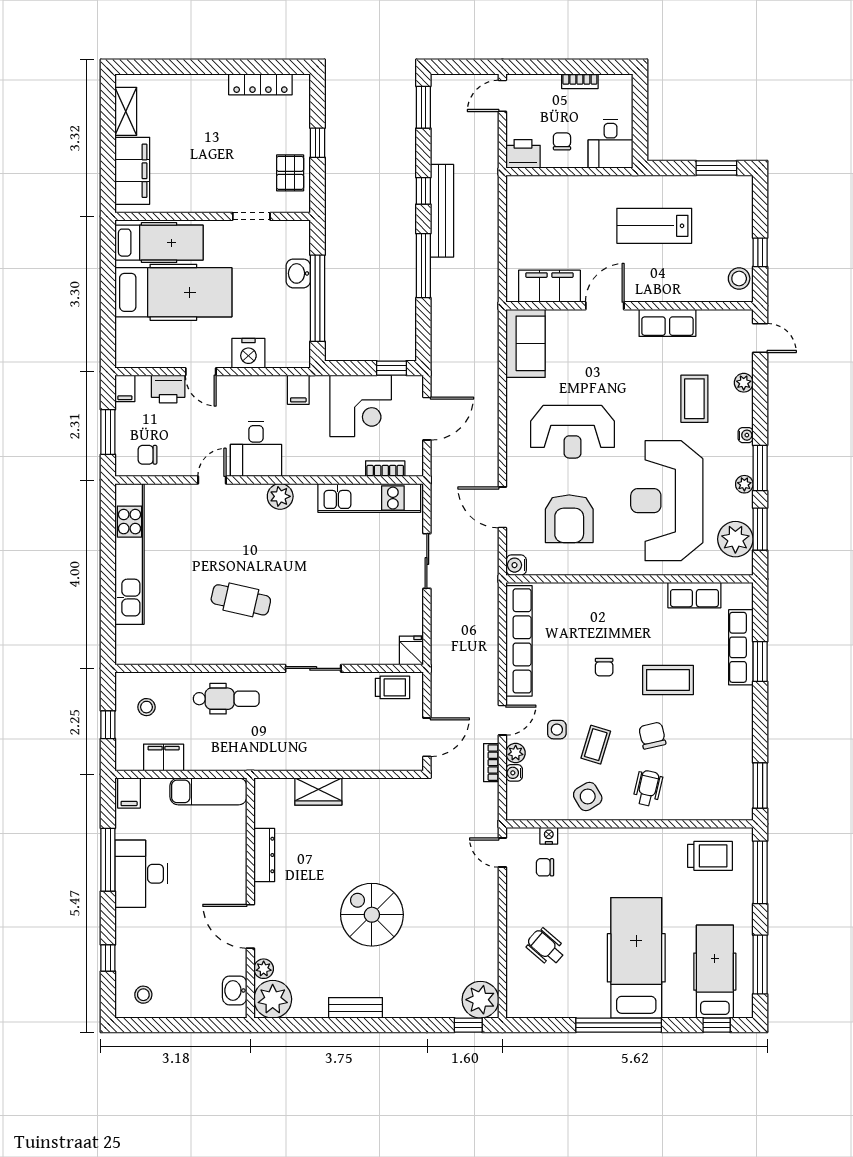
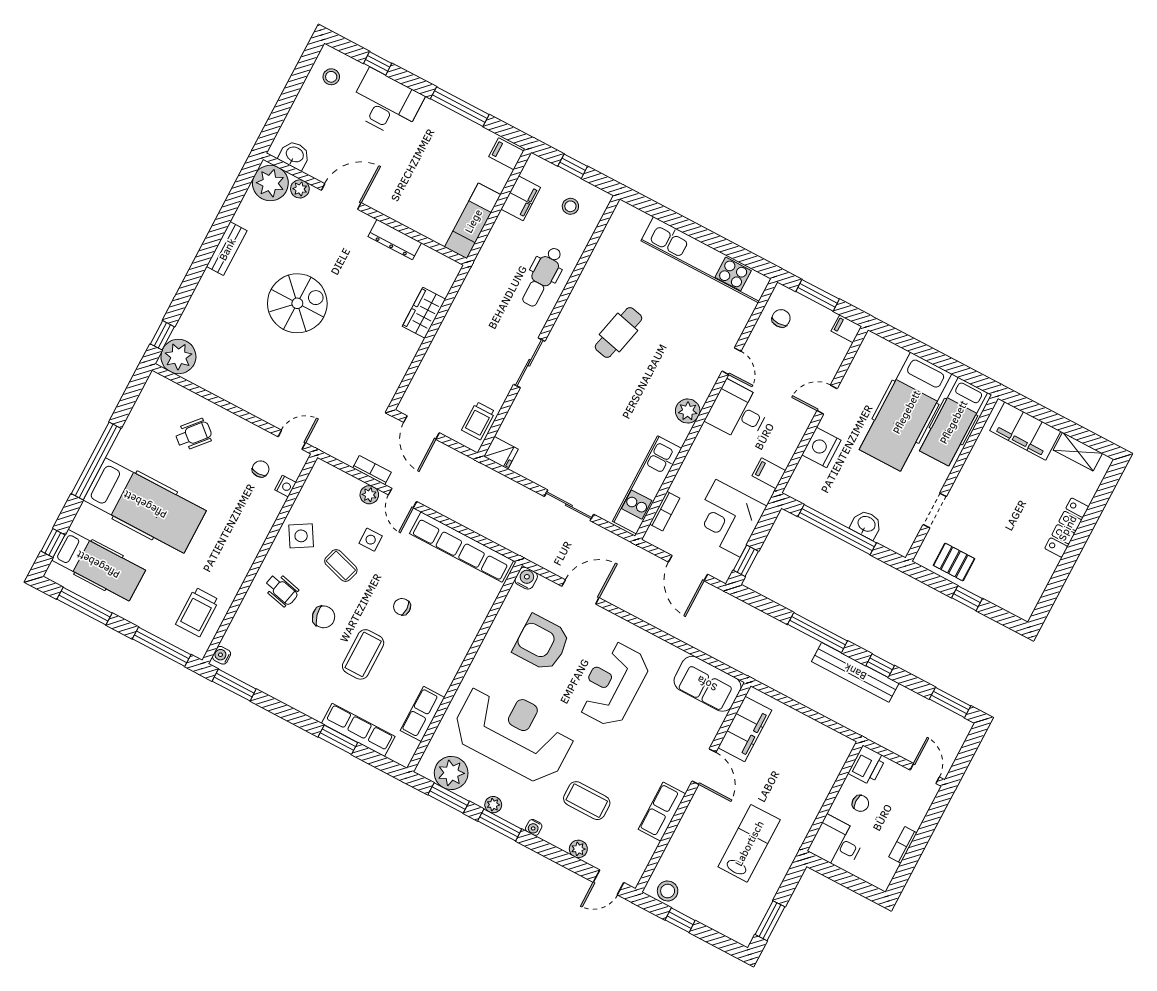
locker: (260, 84) -> (1067, 528), moved
printer: (168, 389) -> (827, 365), removed
water cooler: (514, 773) -> (222, 655), moved, turned -90
desk: (141, 874) -> (386, 103), moved

